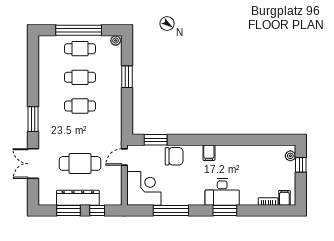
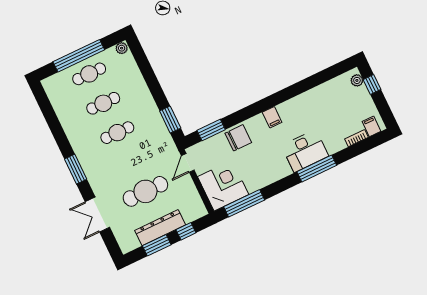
window: (127, 77) -> (170, 120), moved
window: (171, 211) -> (244, 203), moved
window: (225, 211) -> (317, 169), width x1.44

